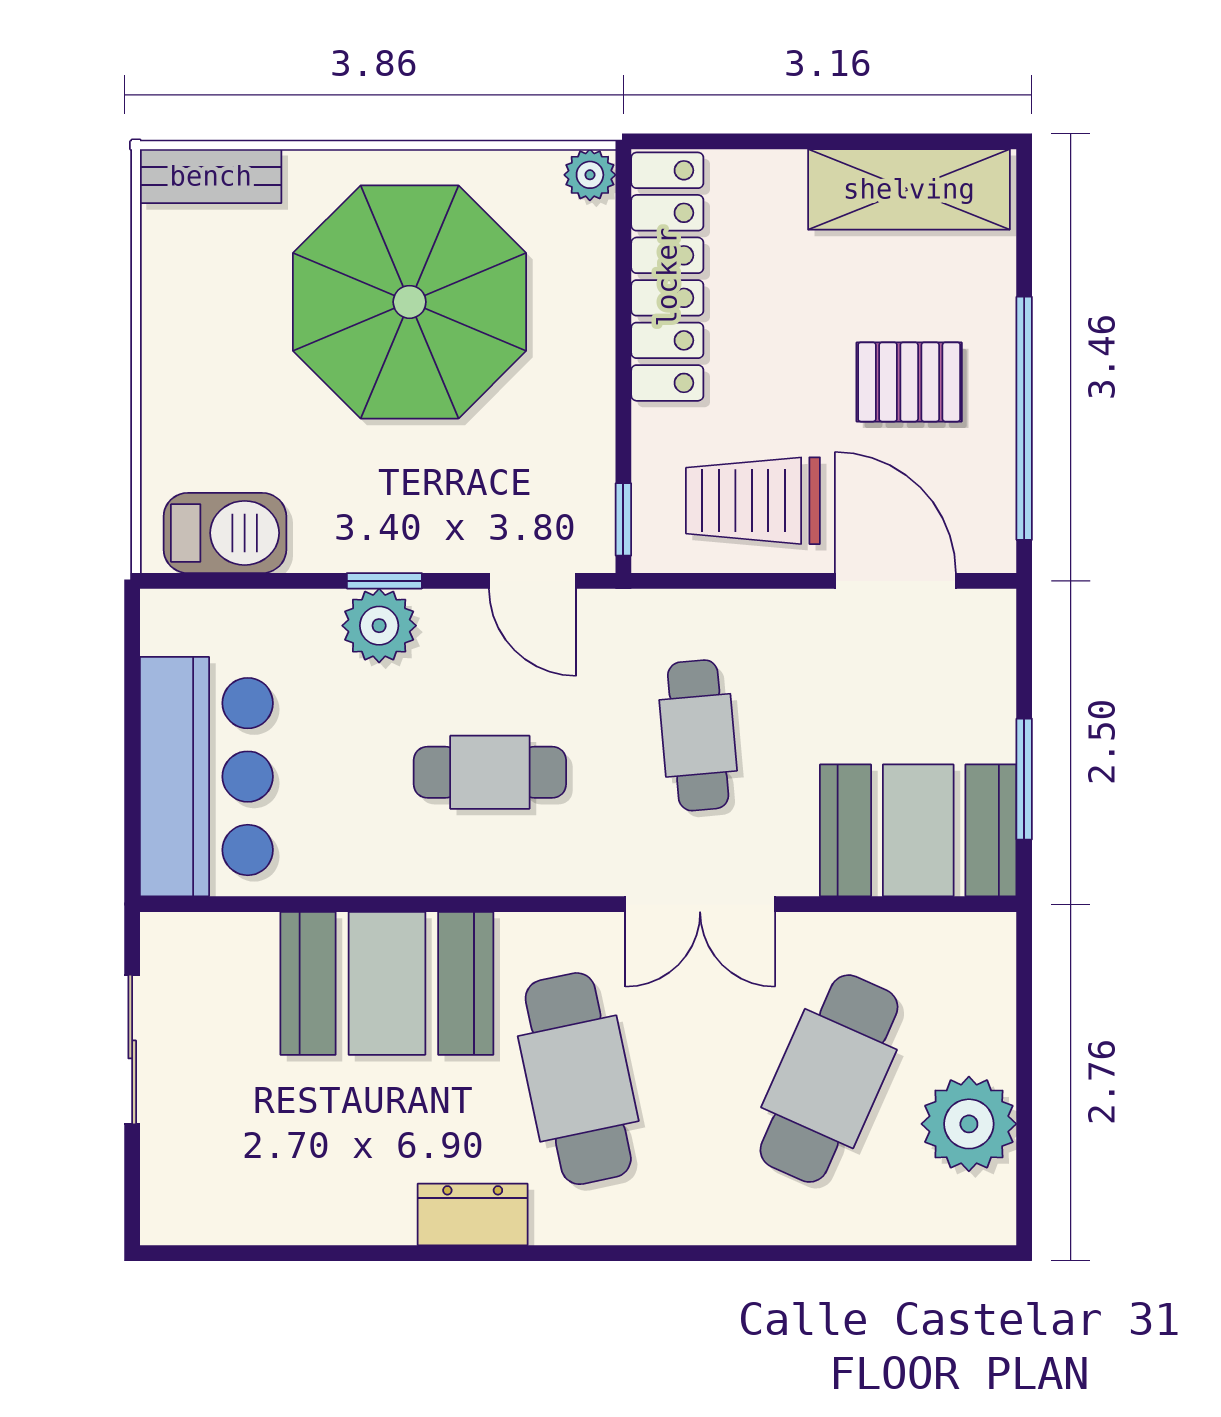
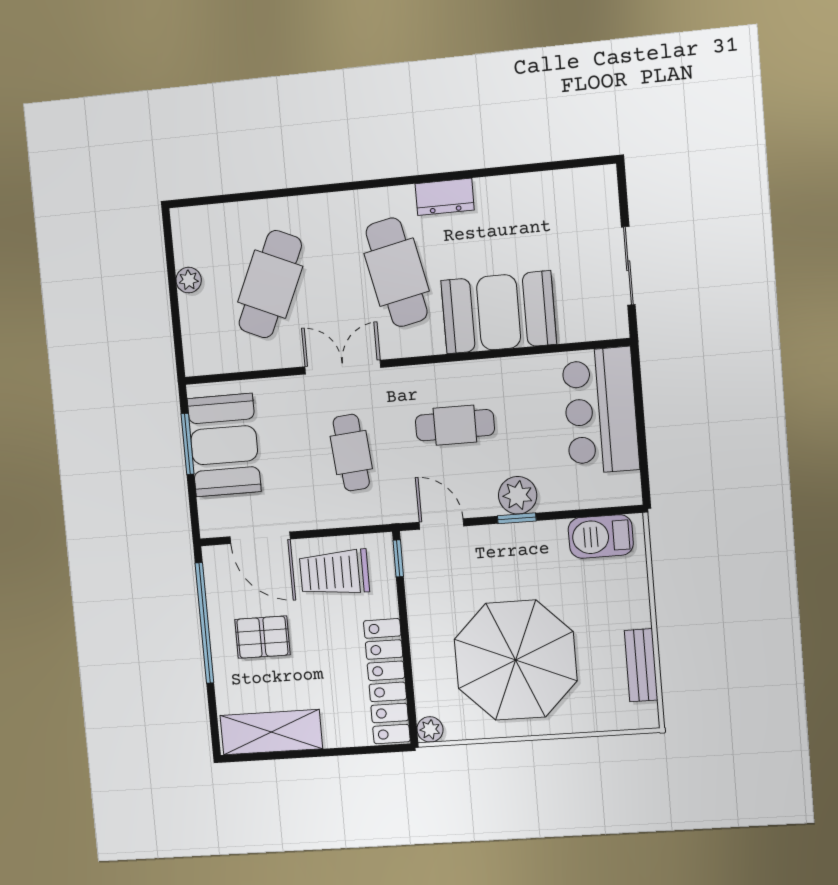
bench: (211, 176) -> (641, 665), moved, turned 90
trolley: (753, 501) -> (334, 573), turned 180
booth: (918, 830) -> (224, 445), moved, turned 90
plant: (969, 1124) -> (189, 280), width x0.53, depth x0.53

